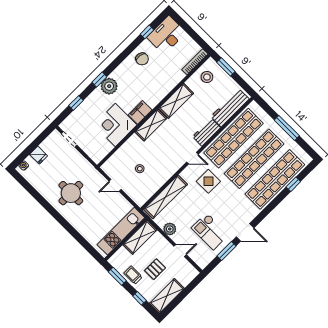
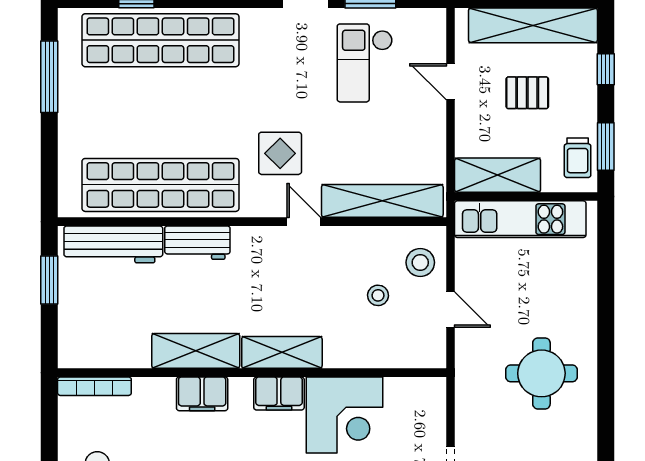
window: (226, 67) -> (49, 280), moved
stool: (207, 77) -> (420, 262), moved
filing cabinet: (162, 90) -> (202, 394), added
window: (287, 128) -> (49, 77), moved
door: (192, 158) -> (304, 222), moved
shop shelf: (254, 159) -> (160, 113), removed
plant: (170, 229) -> (431, 137), removed
checkout: (210, 231) -> (365, 63), turned 180
trolley: (133, 275) -> (578, 158), moved
shelving: (167, 296) -> (533, 25), width x1.47

